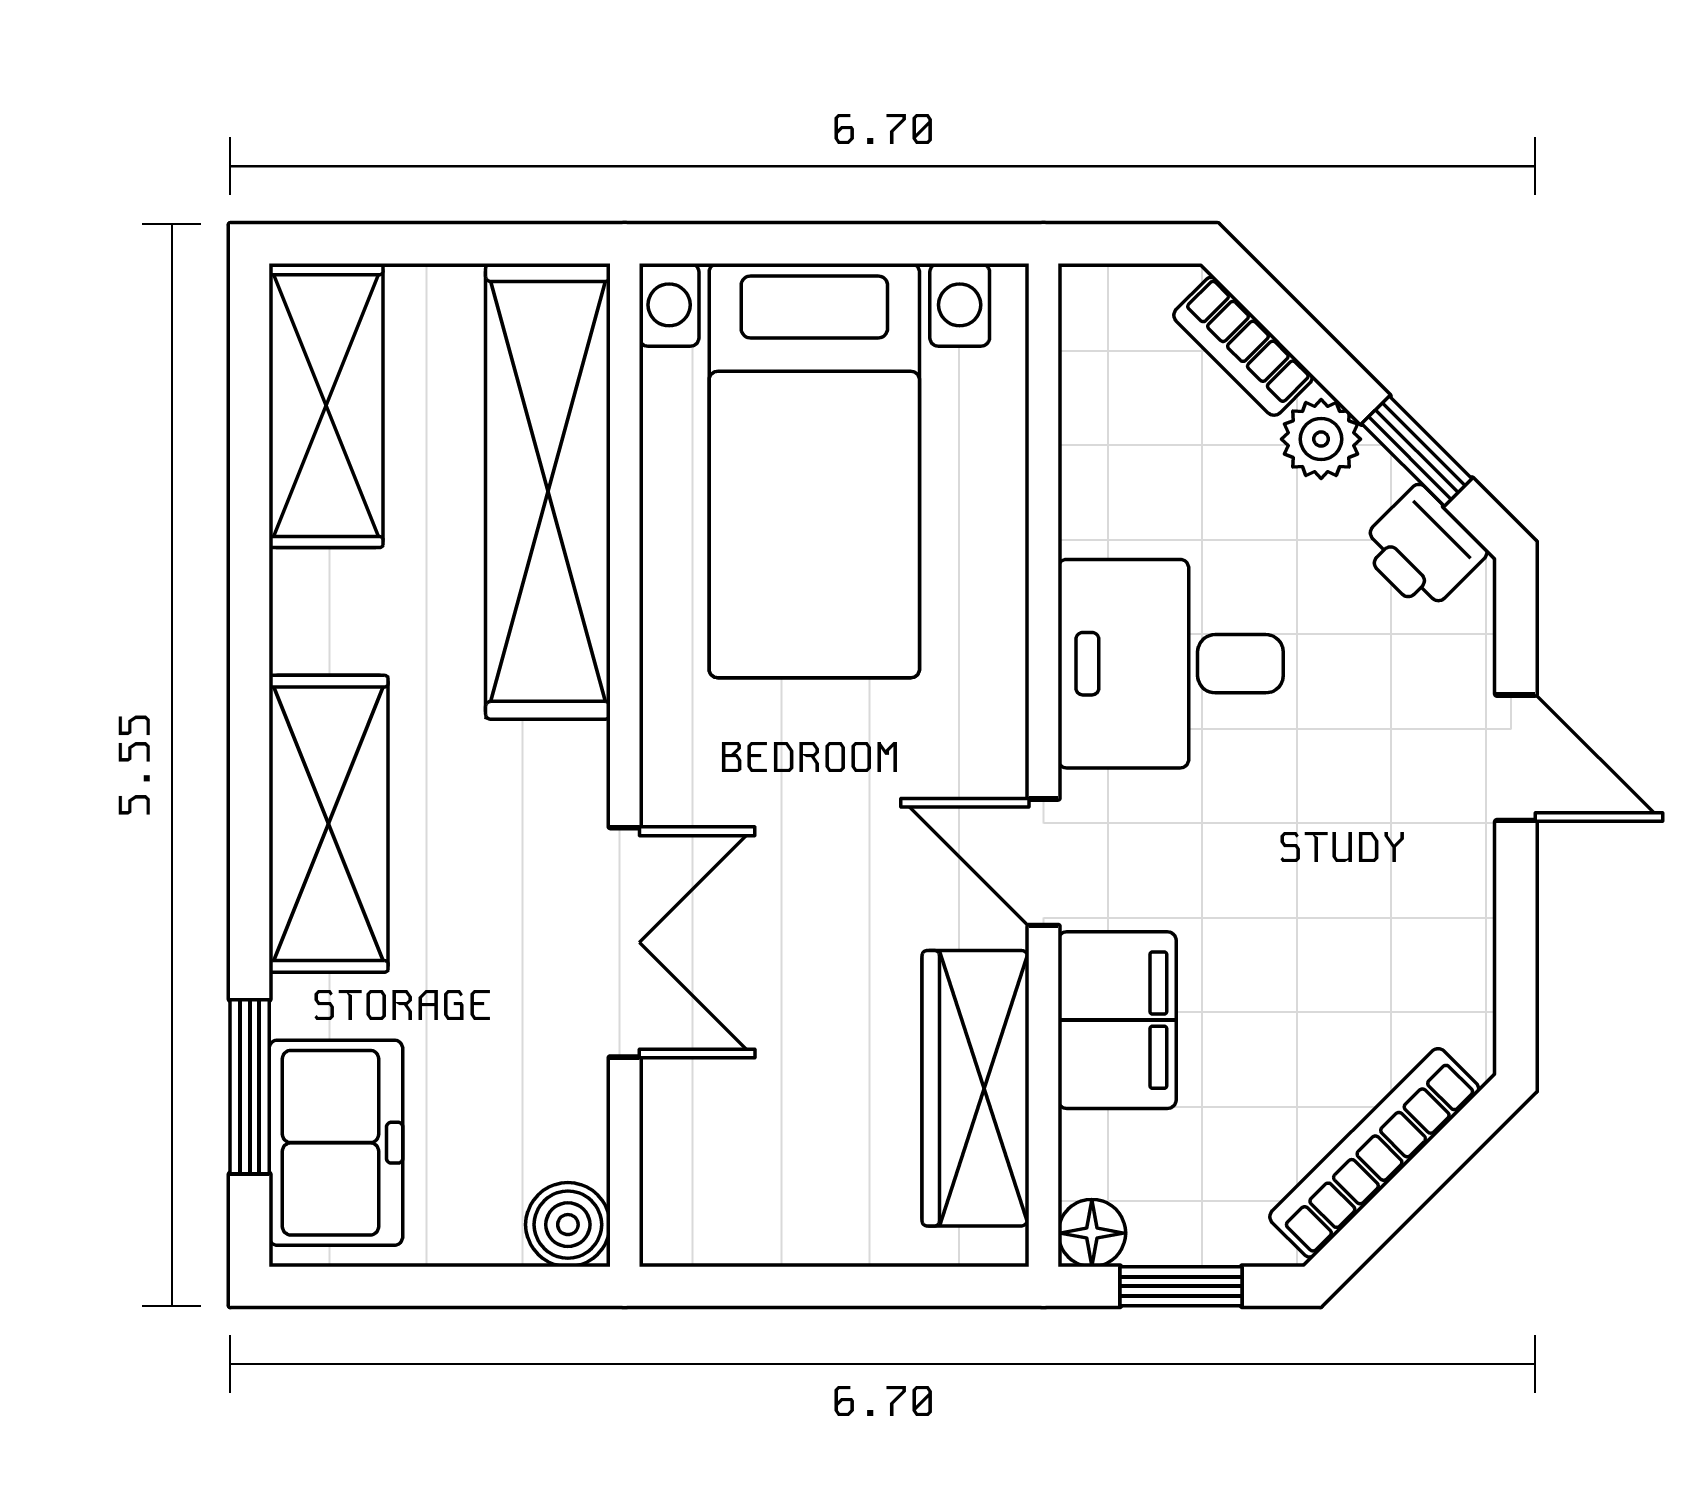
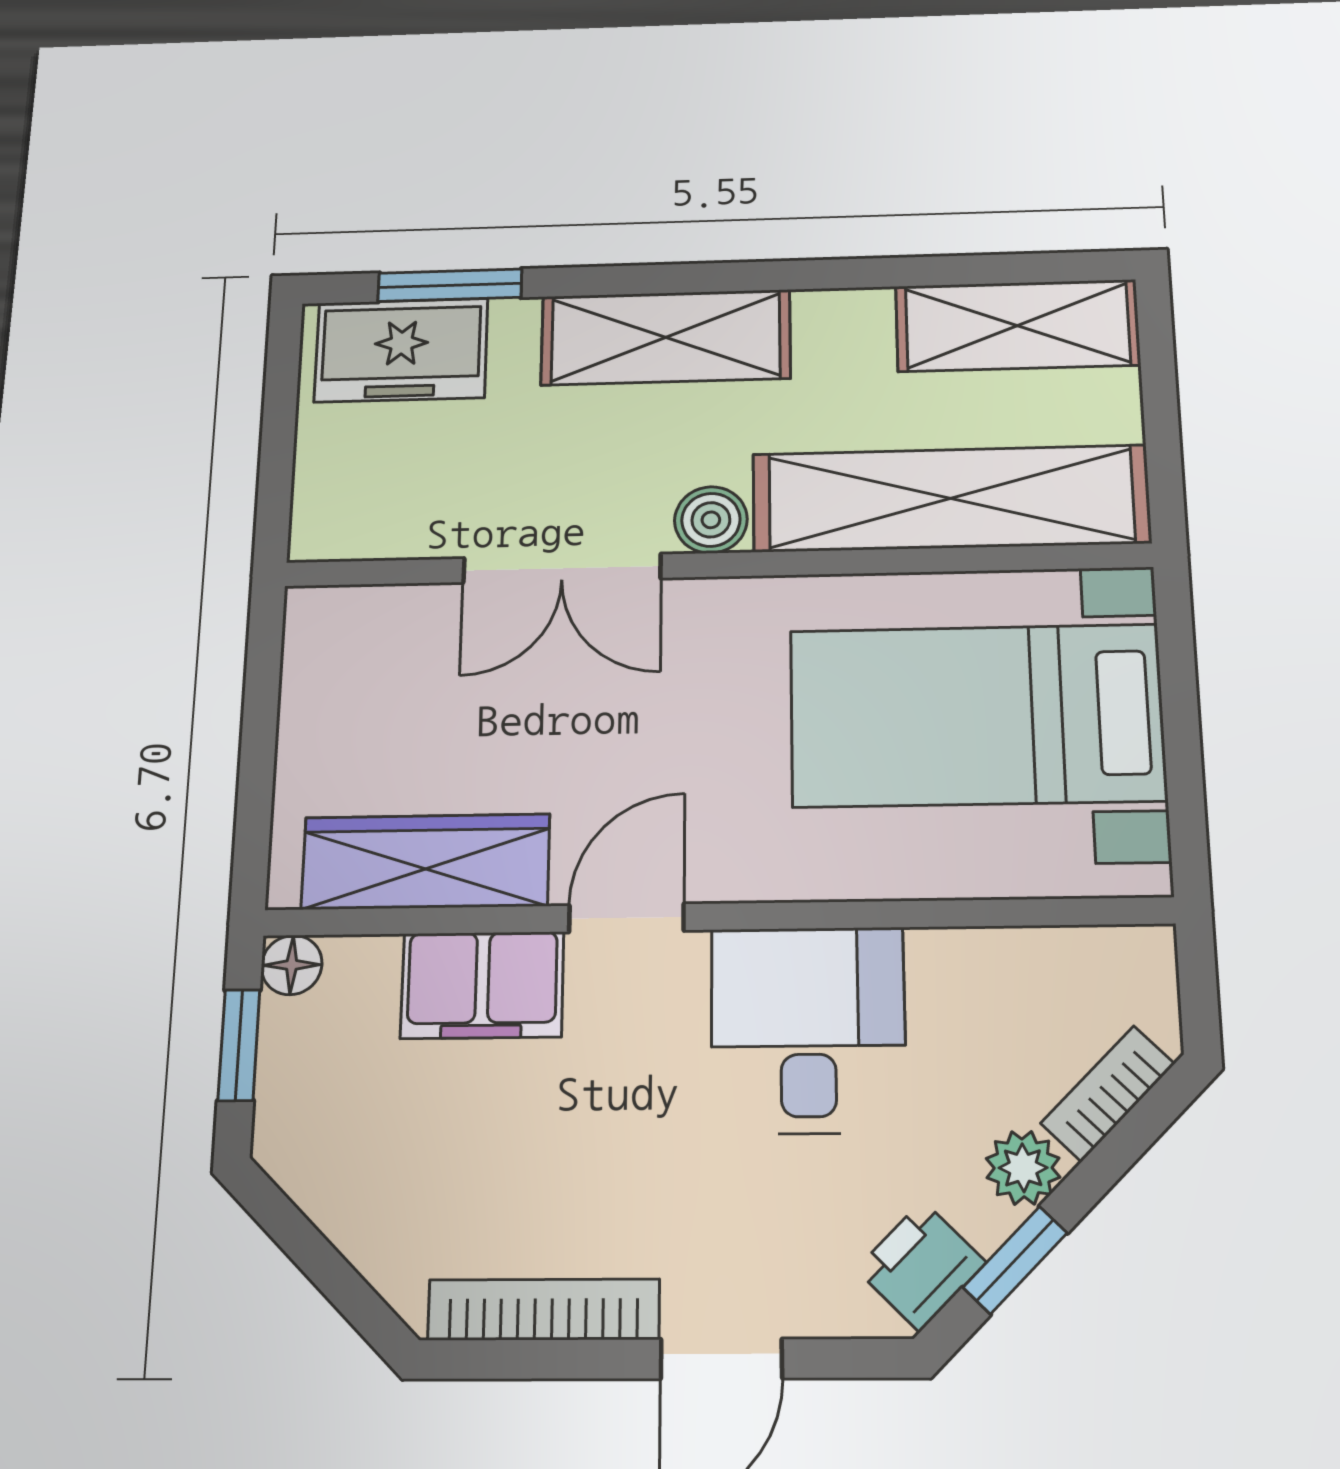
bookcase: (1374, 1153) -> (544, 1310), moved, turned -45
boiler: (568, 1225) -> (711, 520), moved

